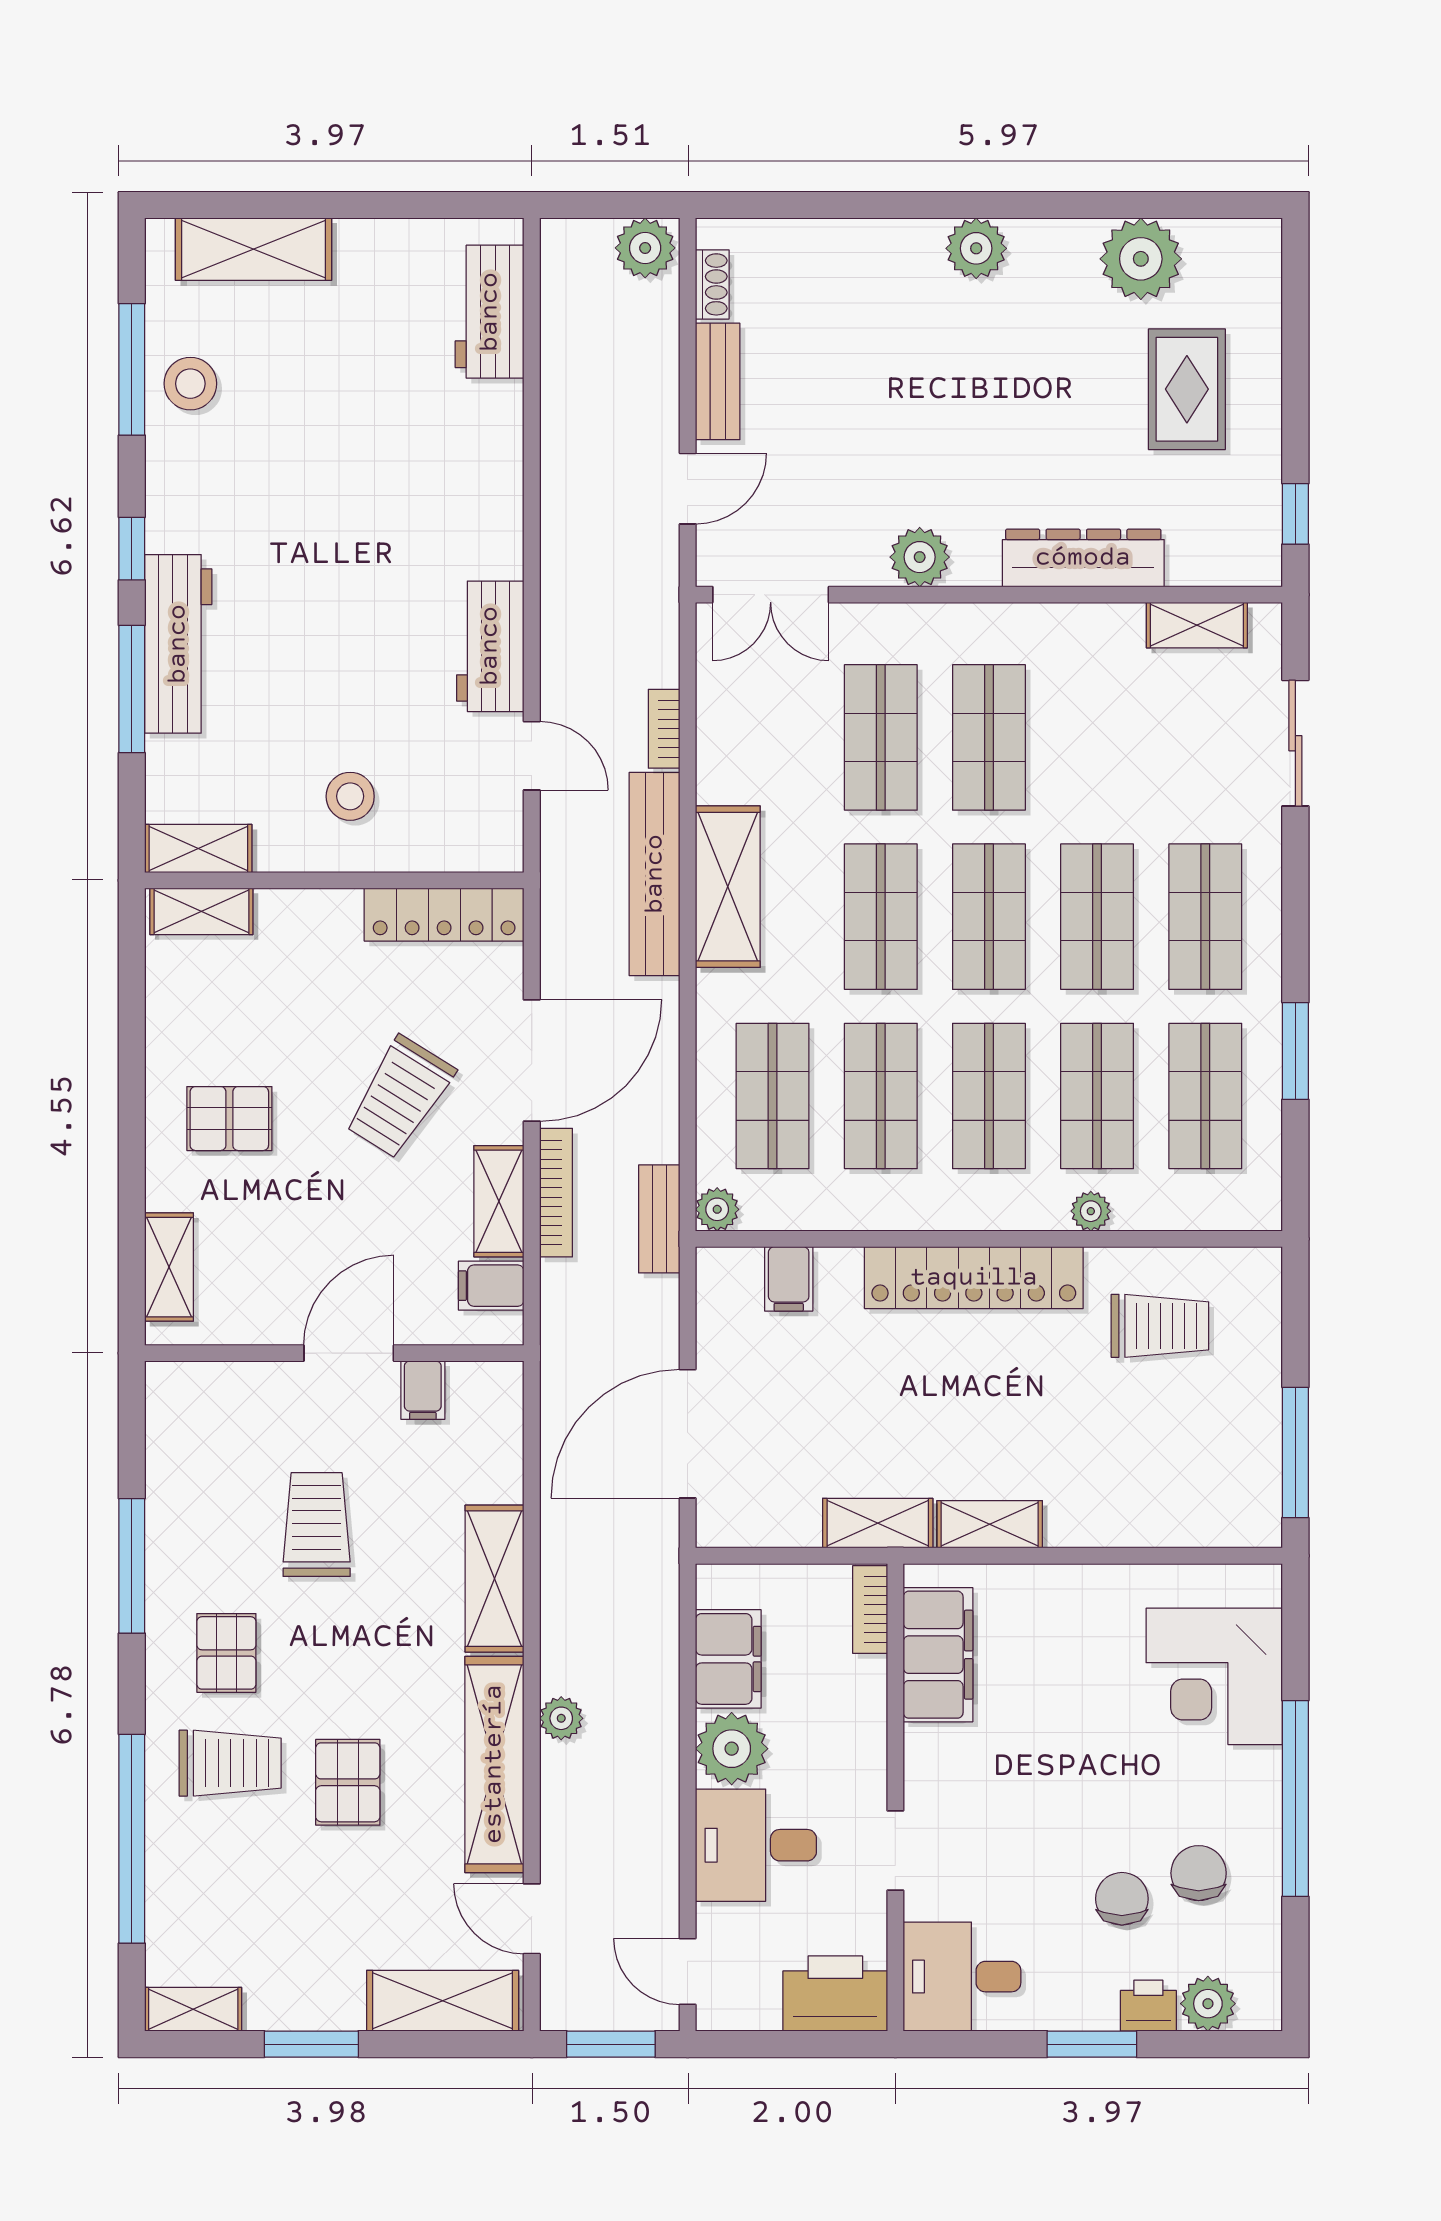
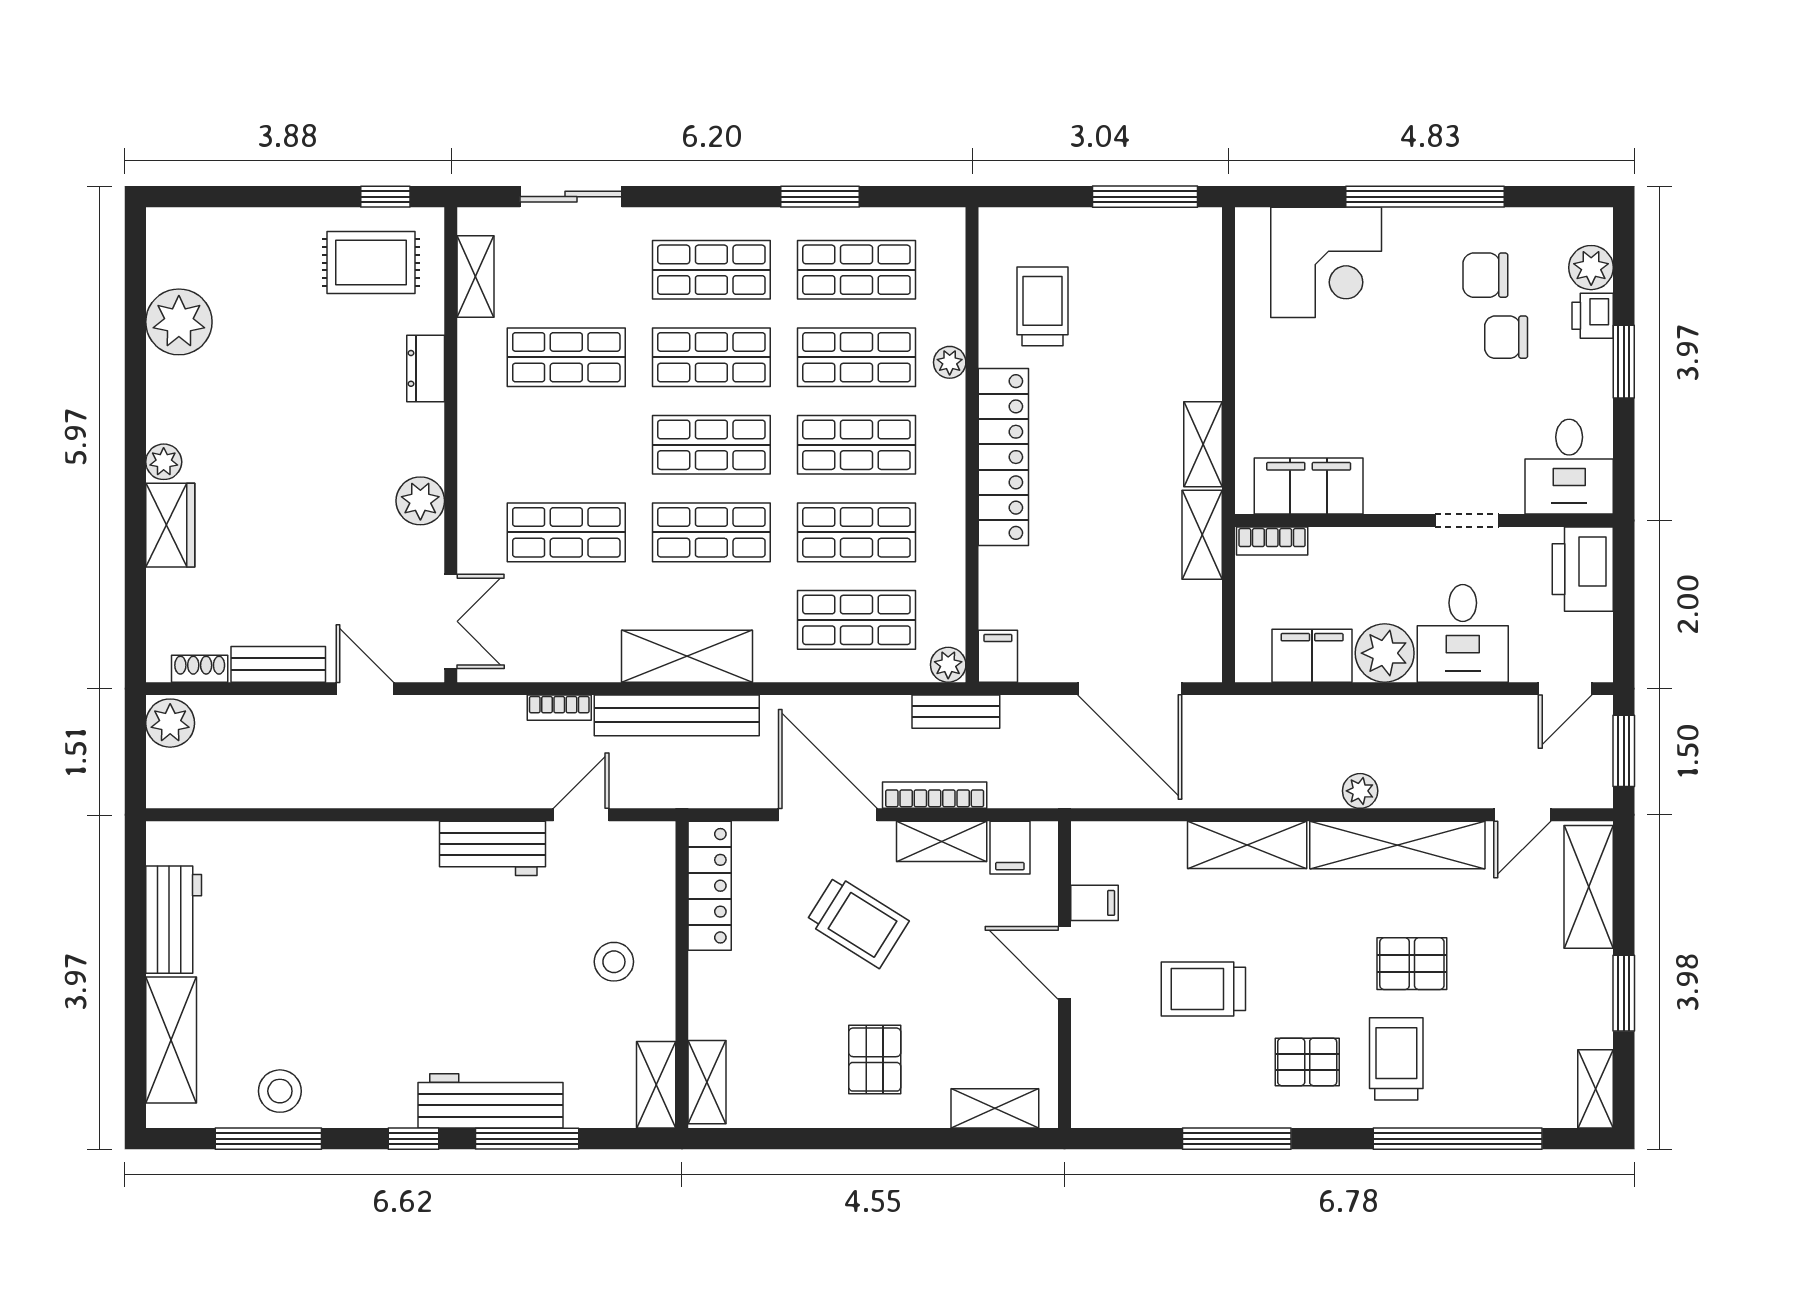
wardrobe: (890, 248) -> (170, 525), added
plant: (976, 248) -> (164, 462), width x0.73, depth x0.73
workbench: (490, 312) -> (174, 920), moved, turned -90
rug: (1187, 389) -> (371, 263), moved
dresser: (1083, 558) -> (426, 368), width x0.51, depth x0.80
shop shelf: (989, 737) -> (566, 357), moved
filing cabinet: (789, 1279) -> (998, 656), moved, turned -90

